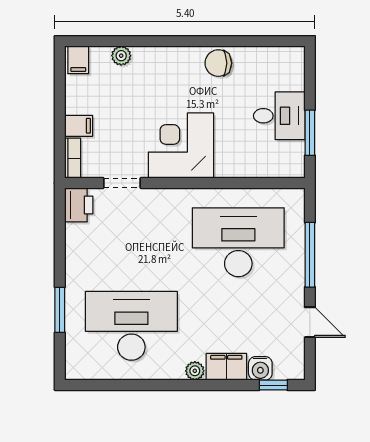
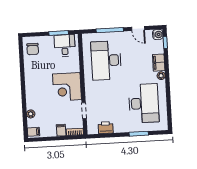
chair: (218, 63) -> (33, 49), moved
desk: (279, 116) -> (65, 46), moved
printer: (79, 205) -> (106, 128), moved
door: (310, 322) -> (138, 29), swing flipped
desk: (131, 326) -> (144, 103), turned 180
water cooler: (260, 368) -> (158, 34), moved

